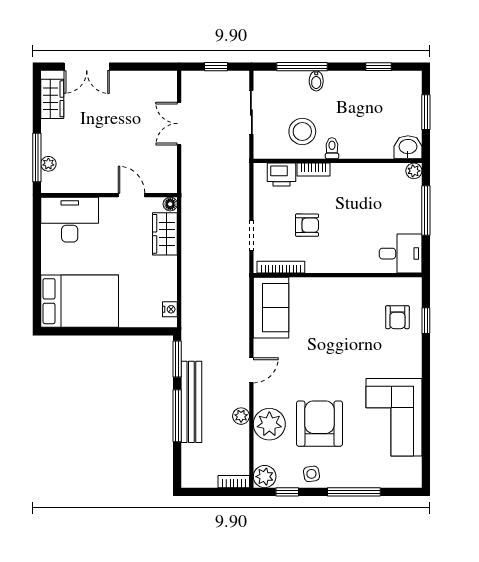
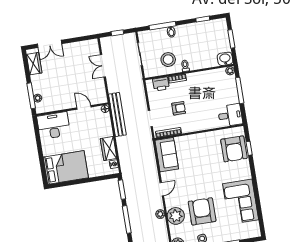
wardrobe: (165, 234) -> (109, 148), moved
armchair: (397, 317) -> (234, 149), width x1.88, depth x1.88
bench: (191, 402) -> (117, 114), moved

